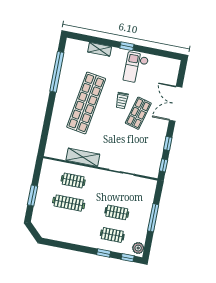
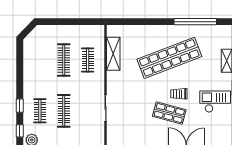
shop shelf: (86, 103) -> (169, 58), turned -30
shelving: (83, 157) -> (113, 54), moved
window: (33, 196) -> (64, 22), removed
clothes rail: (117, 212) -> (64, 111), width x1.36

